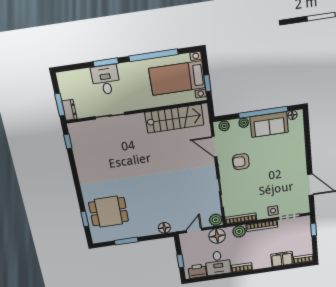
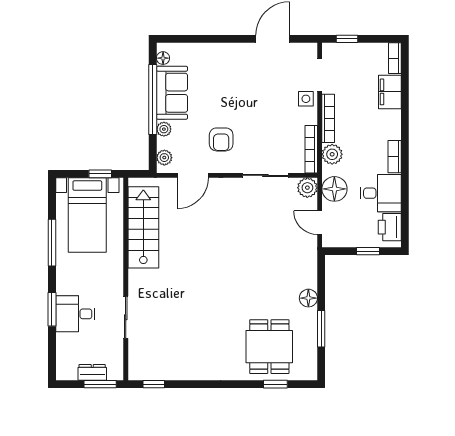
window: (153, 55) -> (52, 243), width x0.68
dresser: (69, 110) -> (92, 372), moved
floor lamp: (164, 228) -> (308, 298), moved

